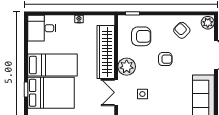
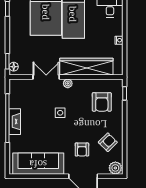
armchair: (165, 59) -> (82, 149), moved
plant: (127, 67) -> (68, 83), width x0.53, depth x0.53
side table: (142, 94) -> (60, 113), moved

